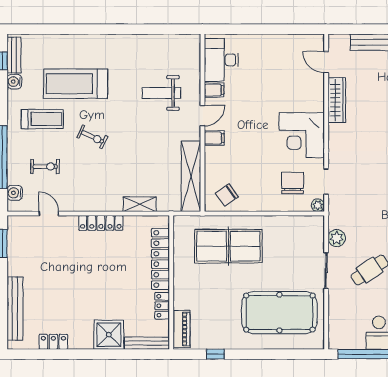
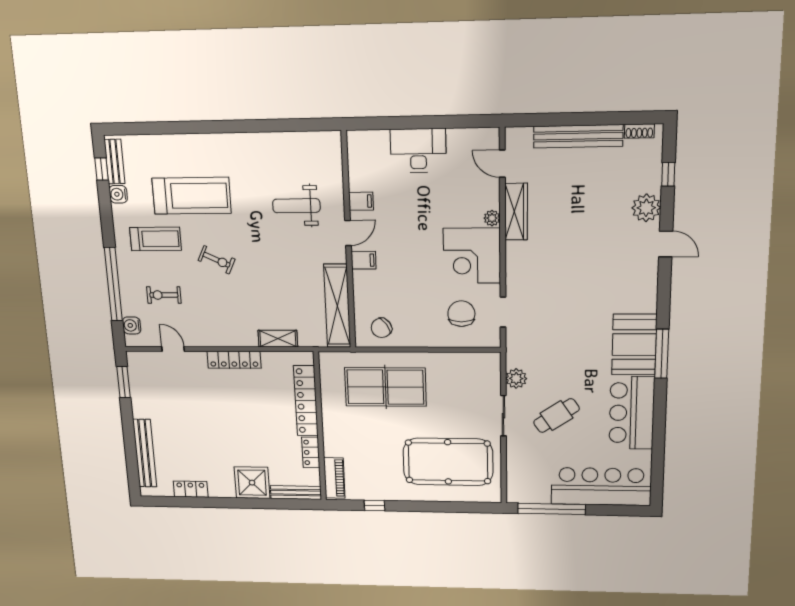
desk: (221, 60) -> (418, 150), moved, turned 90
treadmill: (76, 84) -> (192, 196), turned 180
exercise bike: (45, 167) -> (164, 295), turned 180
plant: (318, 205) -> (492, 218), moved

